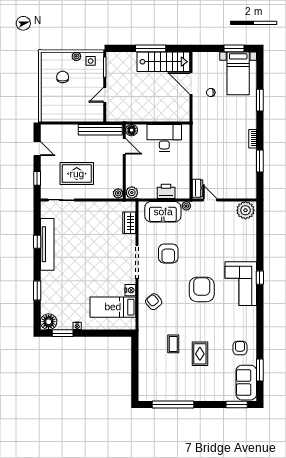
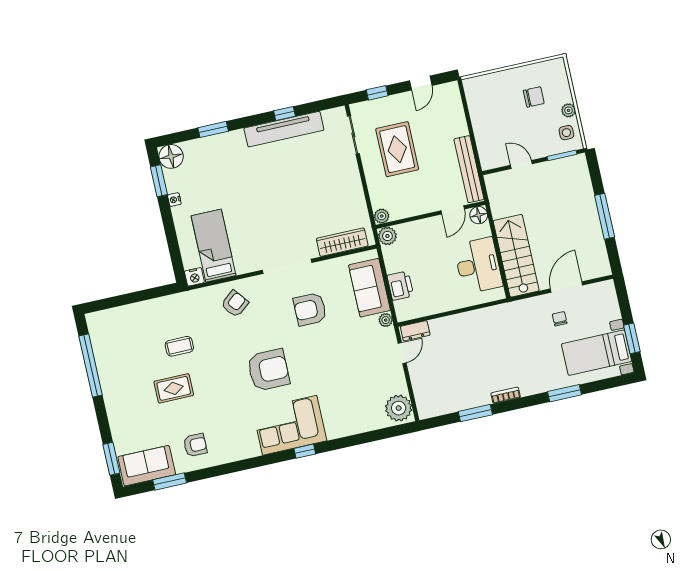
stairs: (163, 62) -> (516, 256), moved, turned 180
wardrobe: (129, 223) -> (342, 242), width x1.50
nightstand: (130, 290) -> (194, 277), moved

